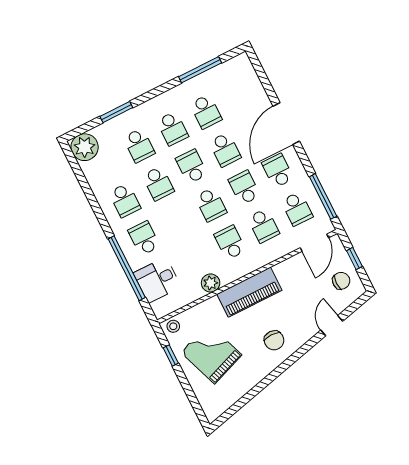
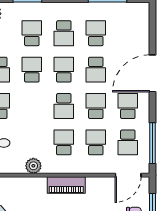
school desk: (206, 112) -> (96, 33), turned 180
school desk: (139, 145) -> (32, 33), turned 180
school desk: (158, 183) -> (32, 70), turned 180
school desk: (263, 226) -> (96, 142), turned 180
piano: (249, 292) -> (66, 185), width x0.73, depth x0.75

